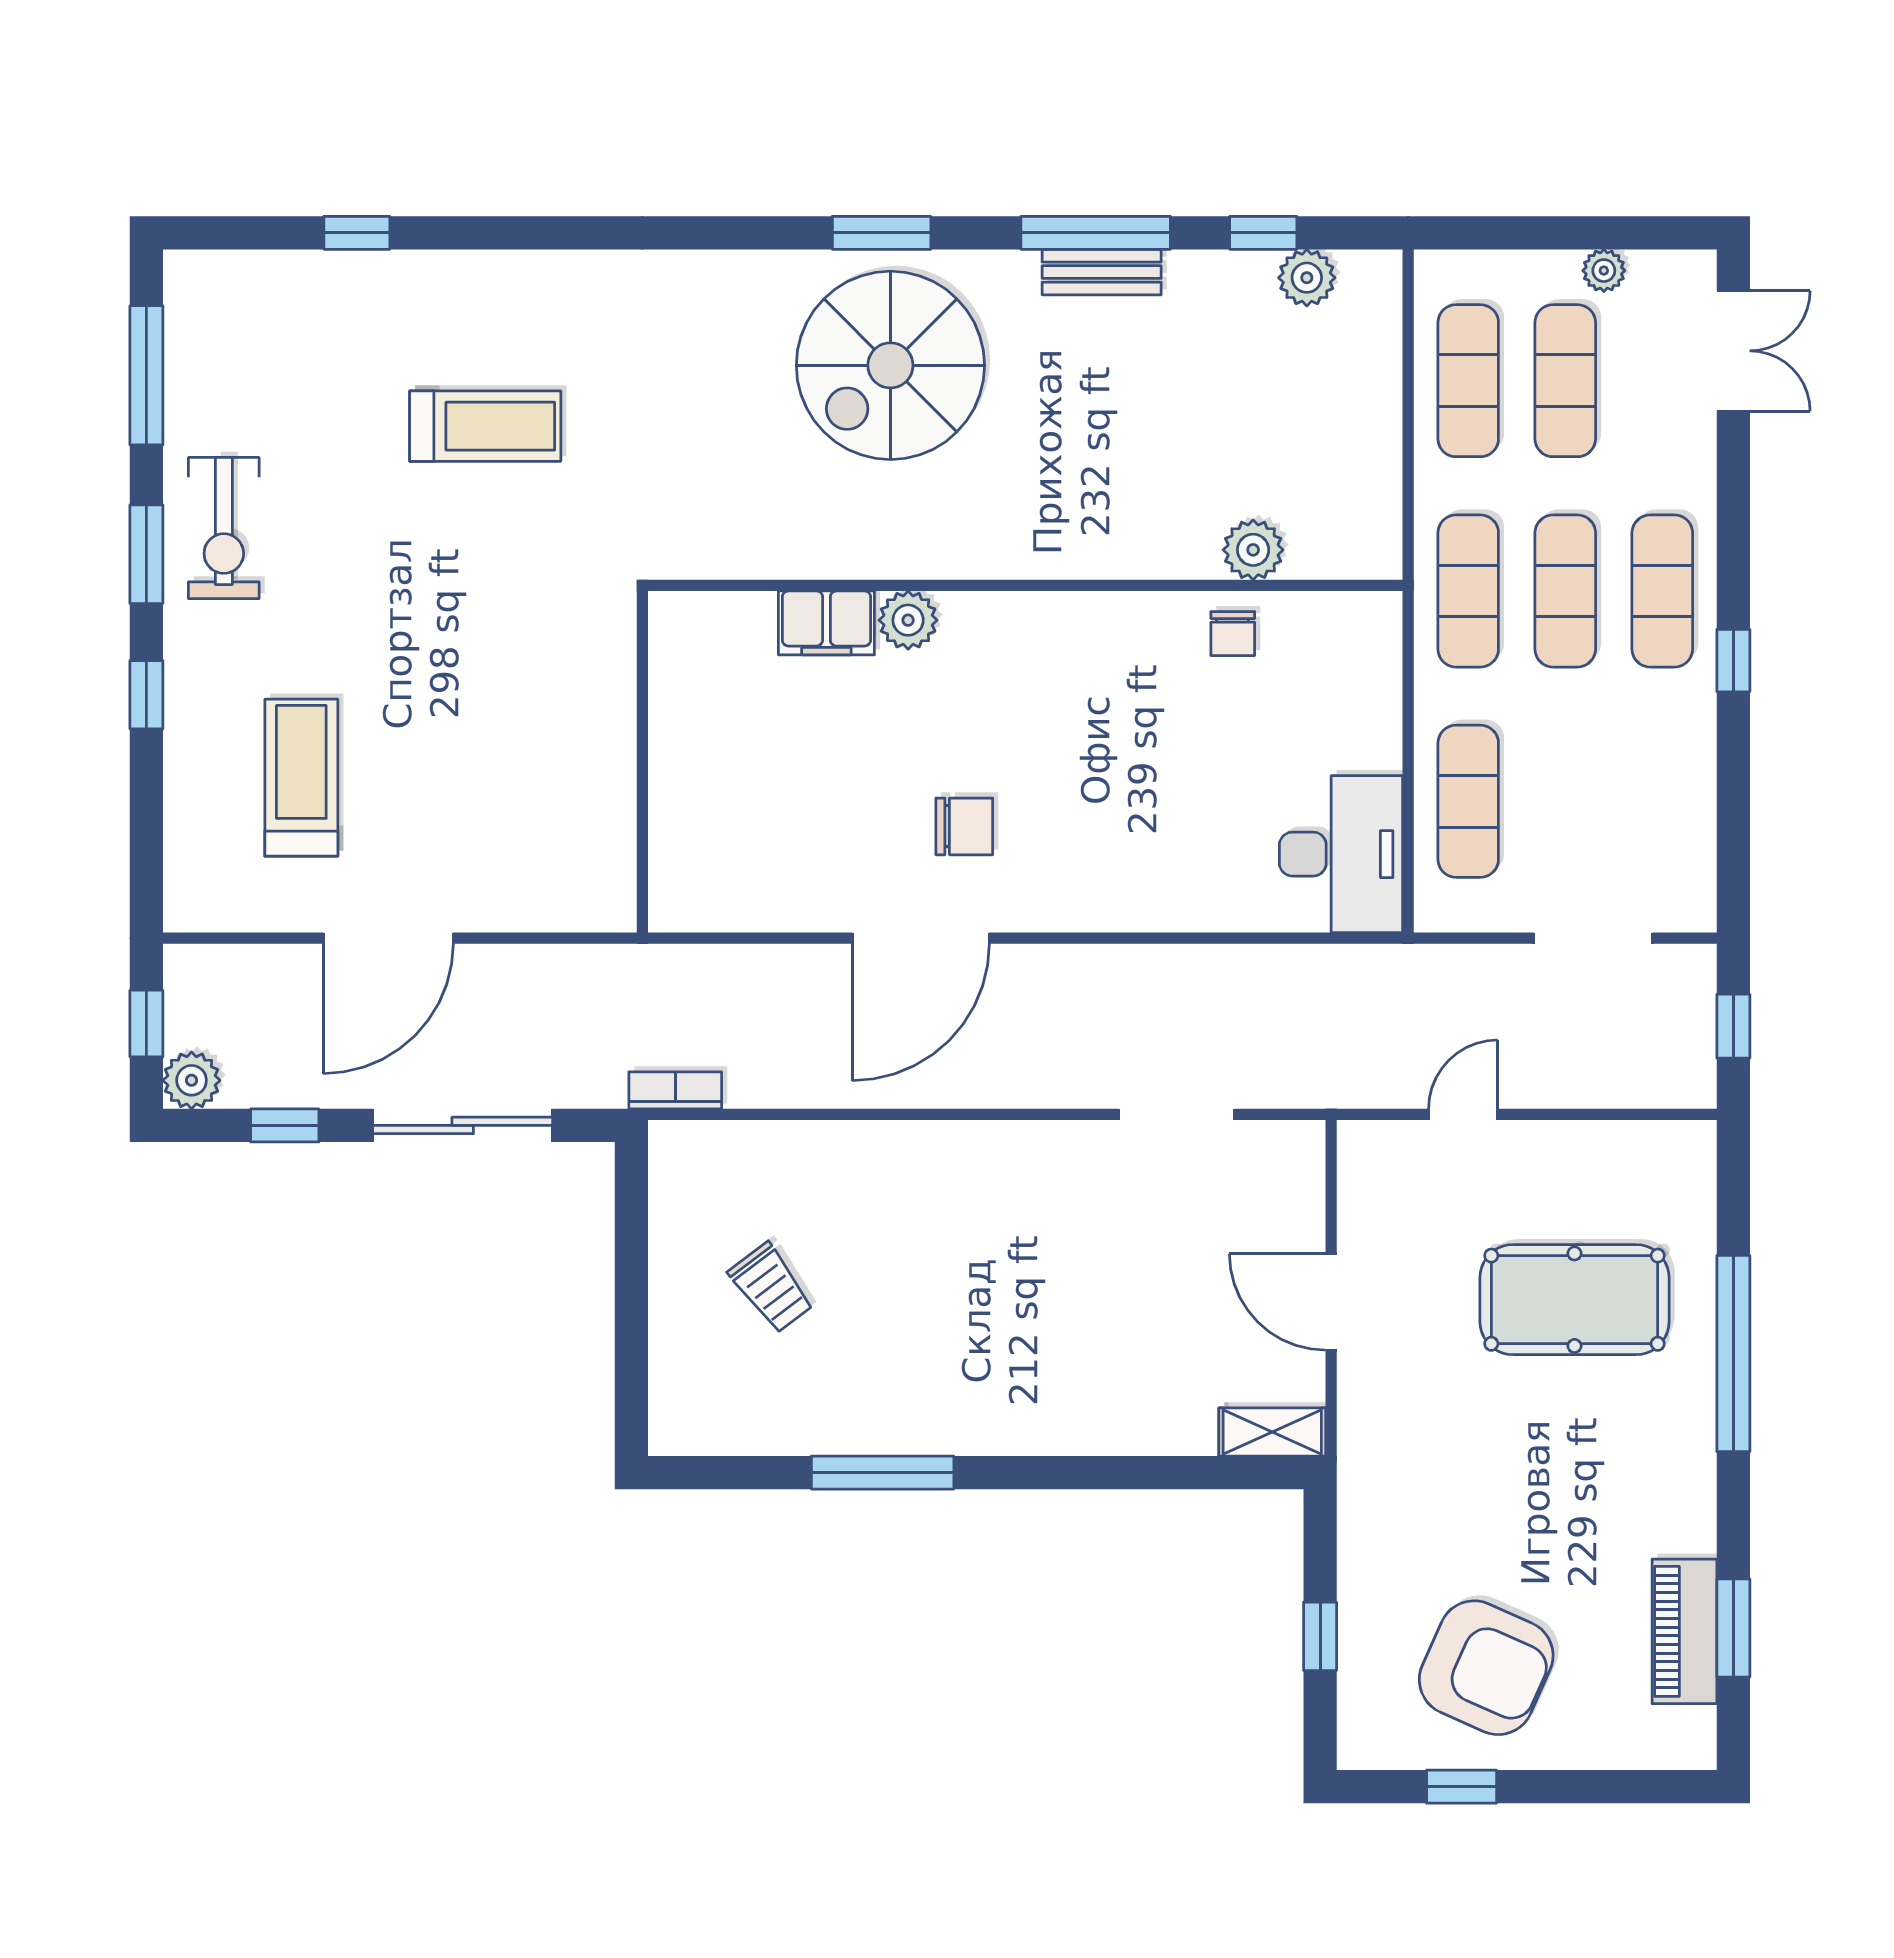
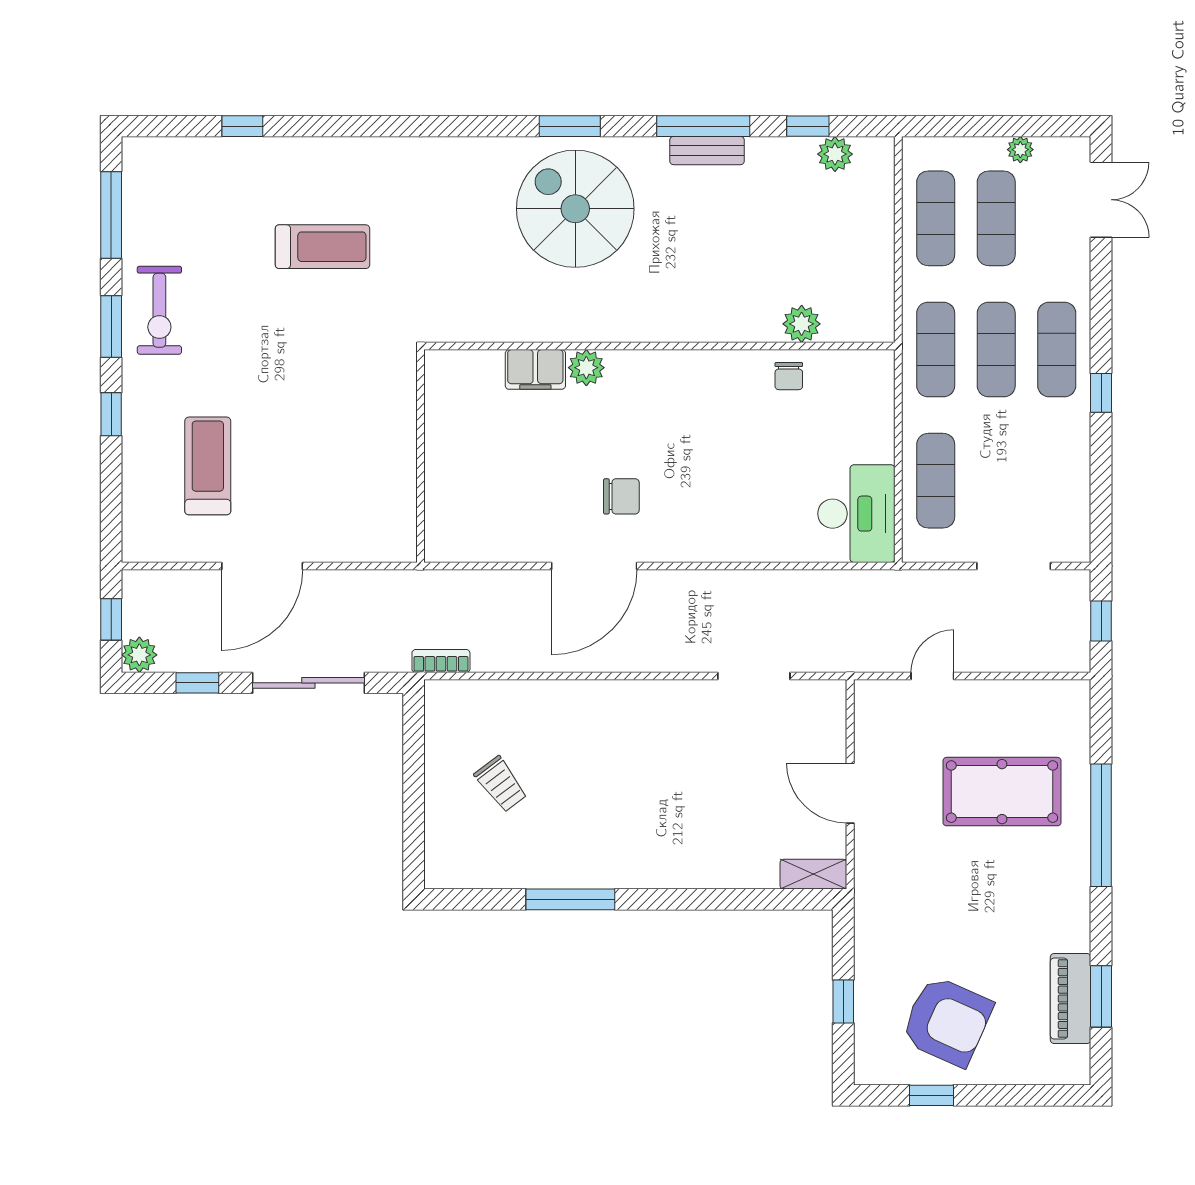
spiral stairs: (890, 365) -> (575, 209), turned 90

